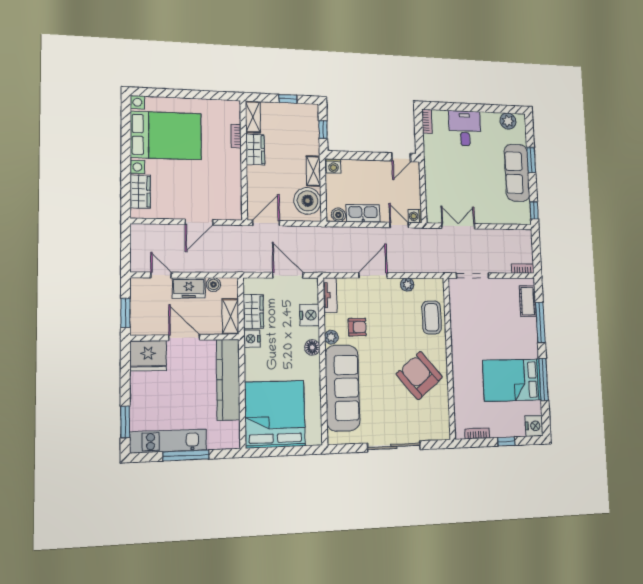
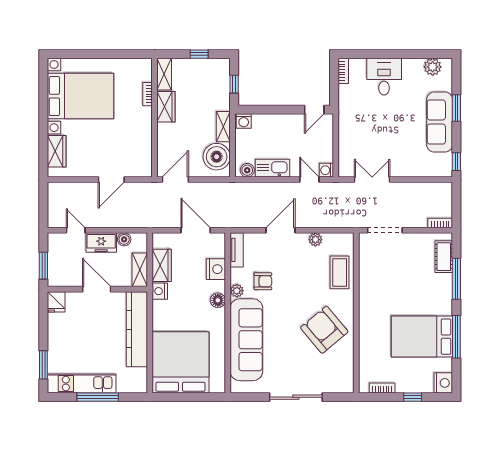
fridge: (148, 356) -> (56, 302), width x0.53, depth x0.75

